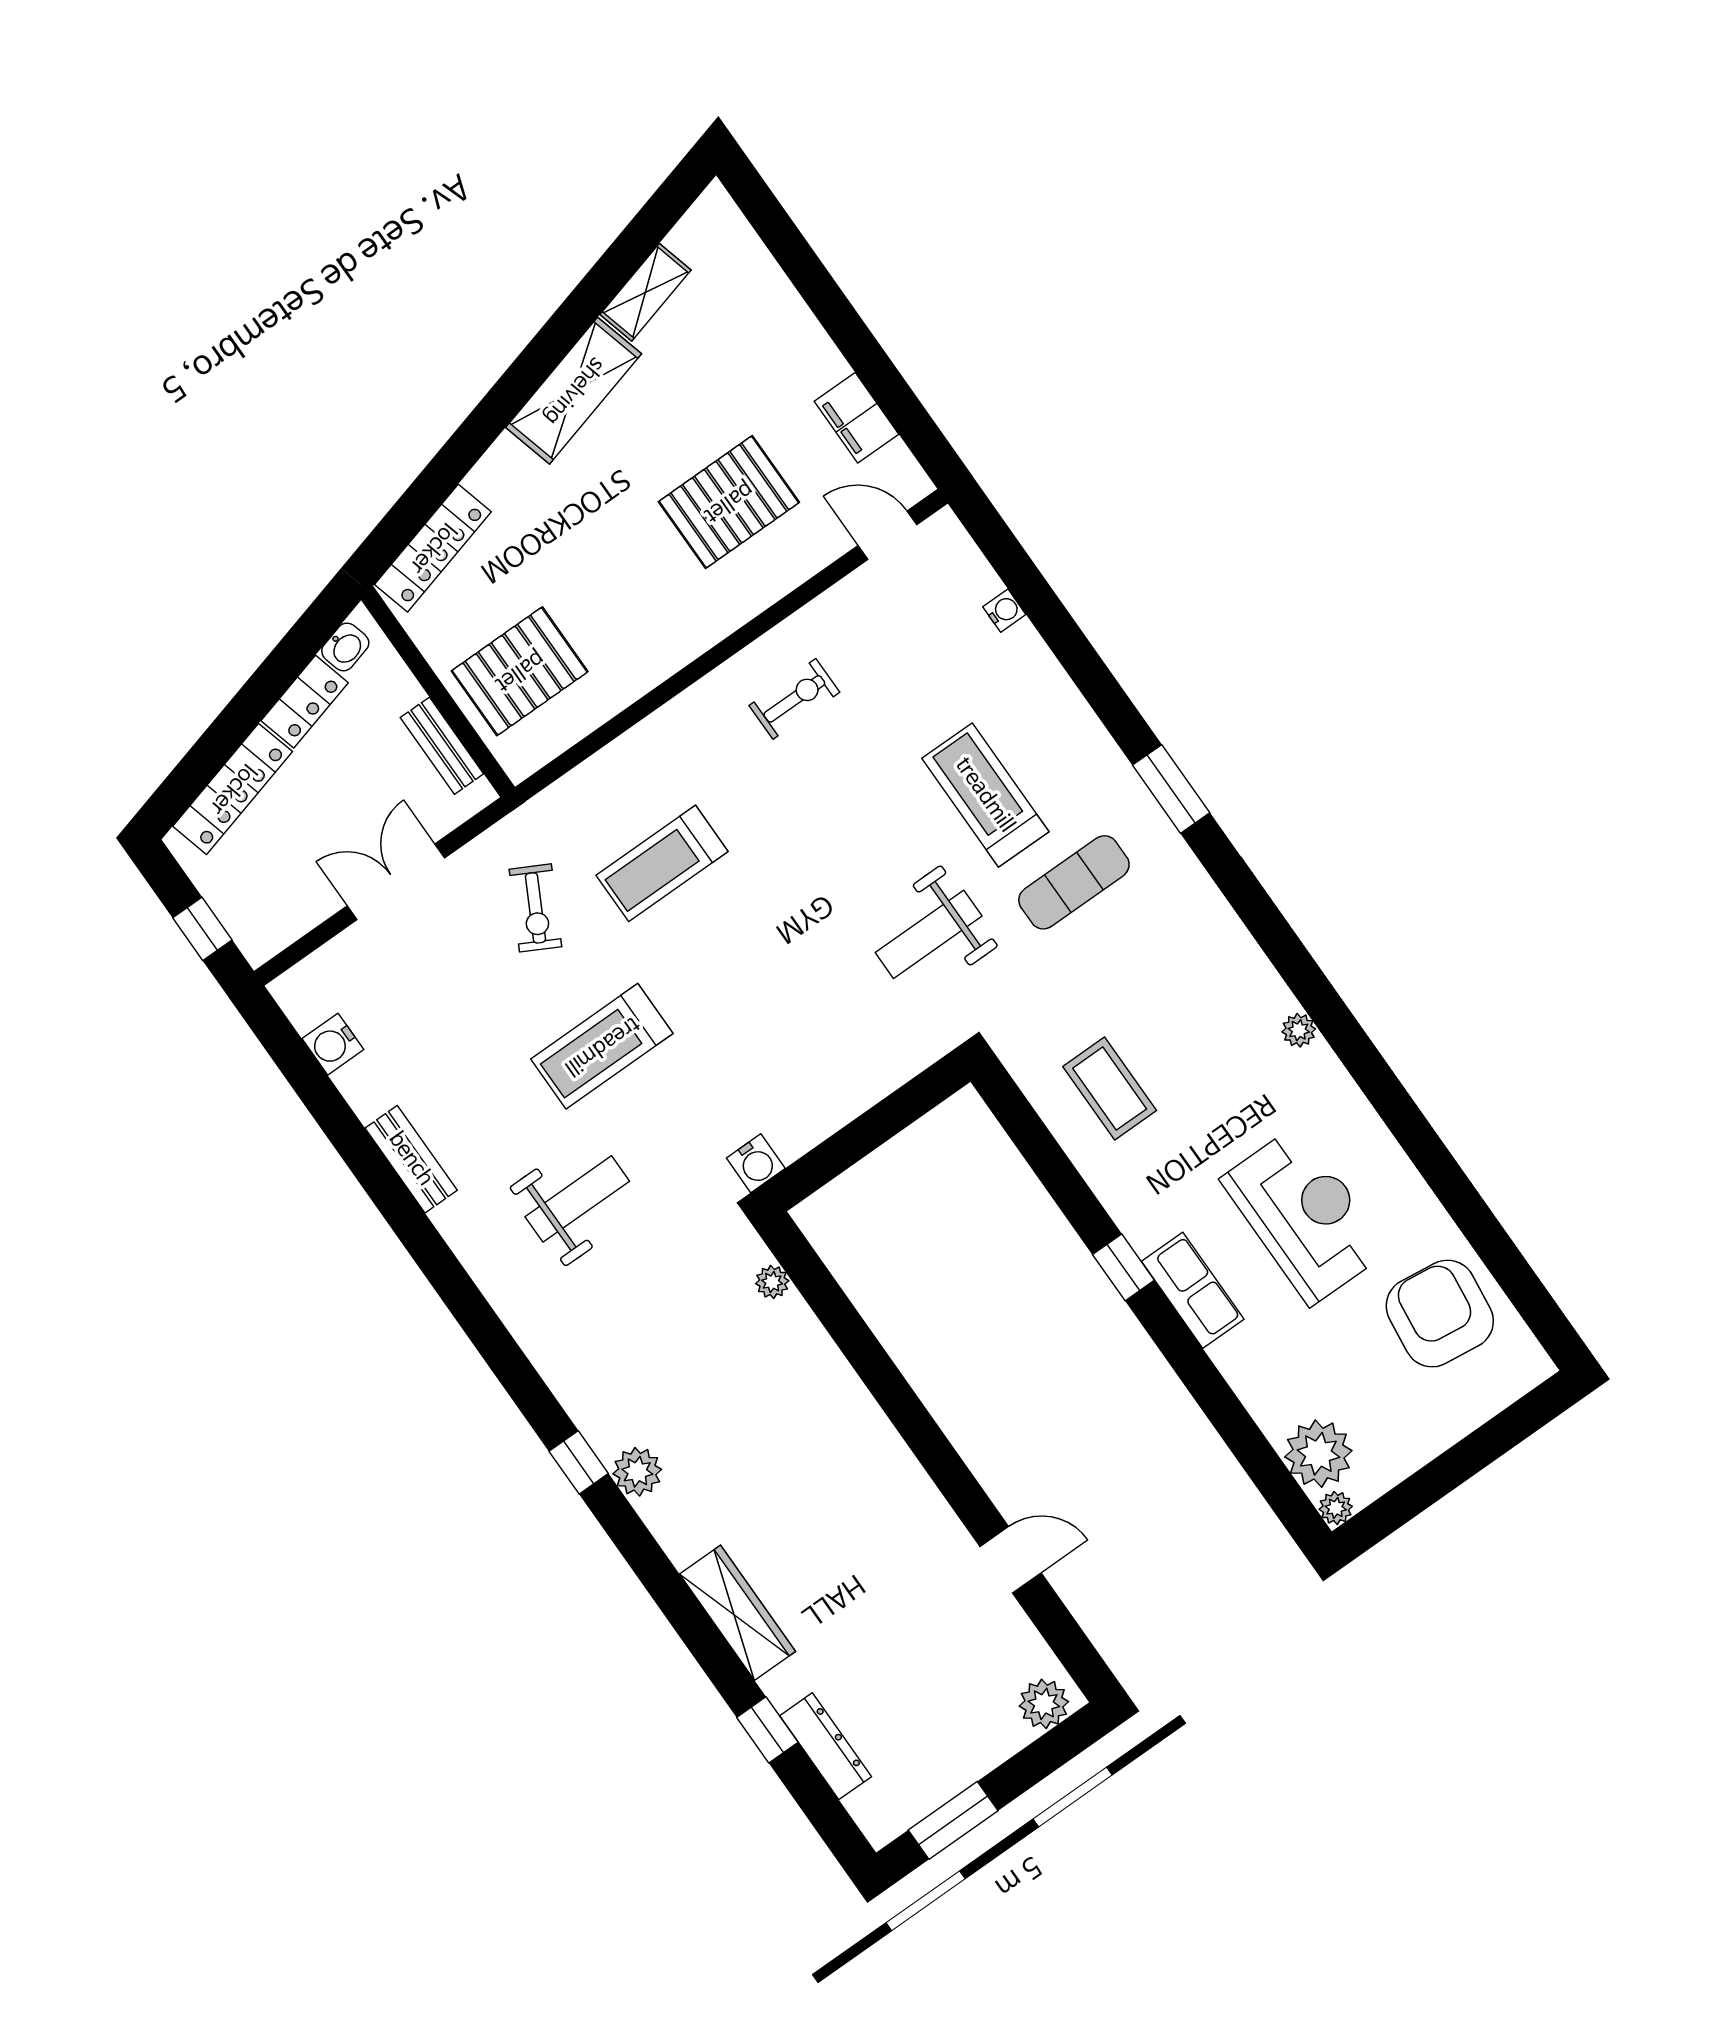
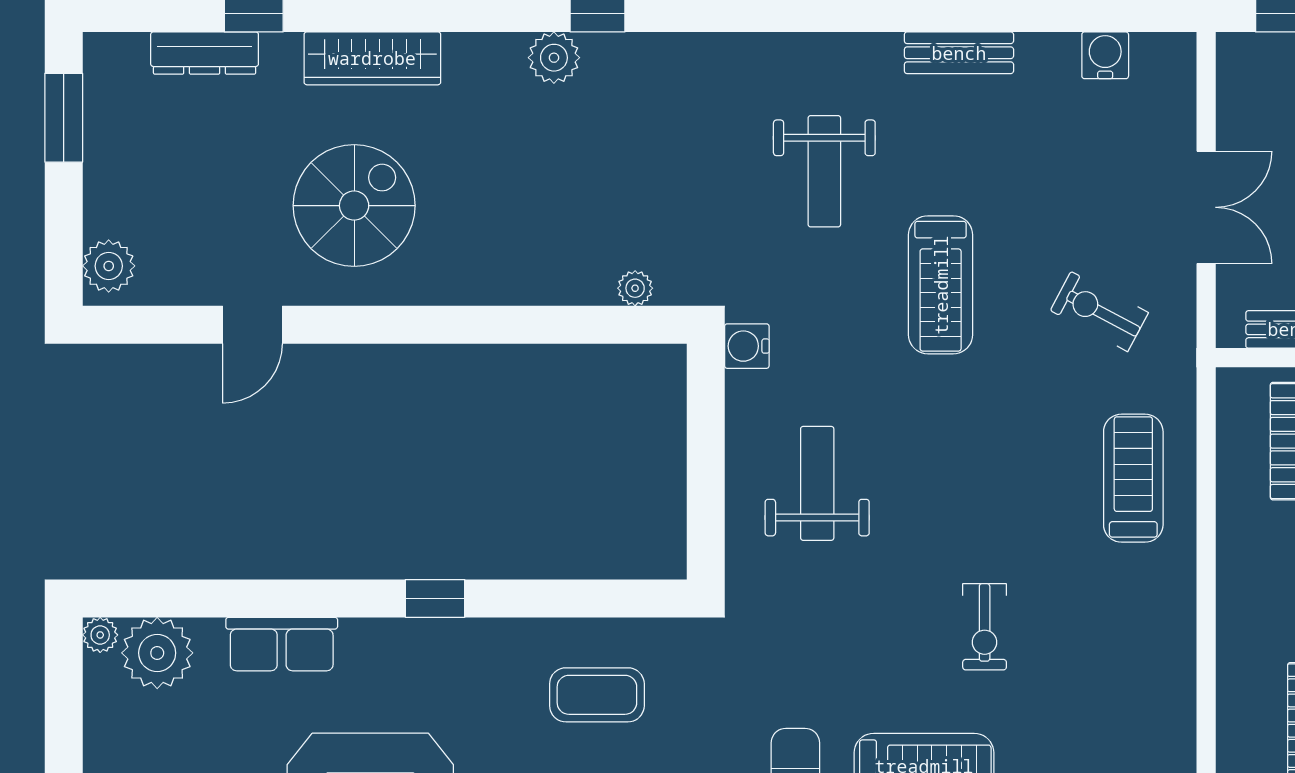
exercise bike: (794, 699) -> (985, 627), moved
treadmill: (662, 863) -> (1133, 478), moved
weight bench: (929, 934) -> (817, 483), moved
treadmill: (602, 1046) -> (941, 285), turned 180
row of seats: (1193, 1290) -> (282, 644), moved
spiral stairs: (862, 1546) -> (354, 206), added

